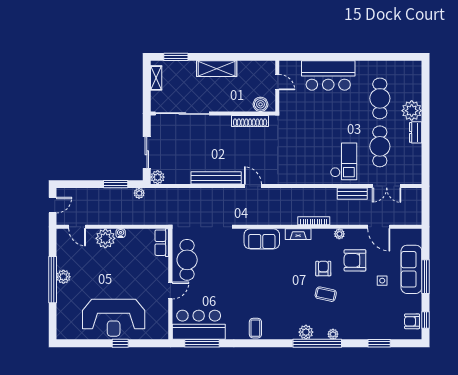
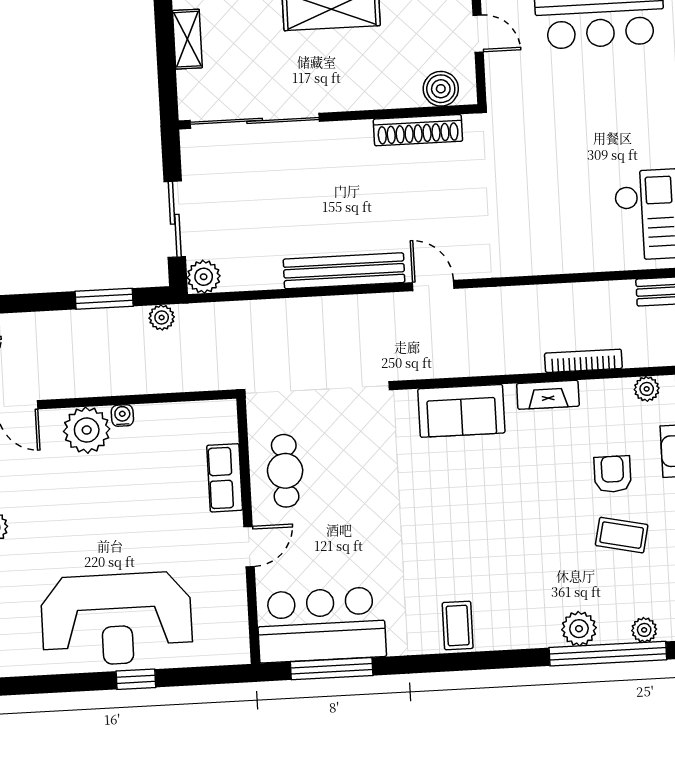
row of seats: (162, 243) -> (225, 478), moved
cafe table: (187, 260) -> (285, 471), width x0.73, depth x0.74

